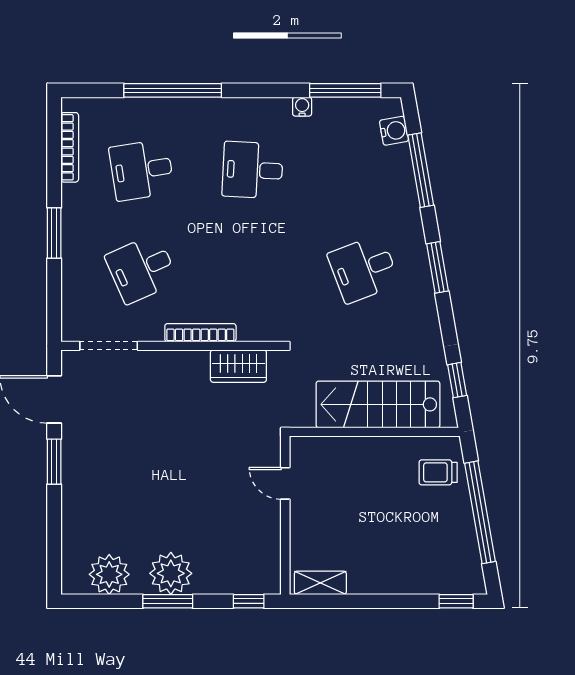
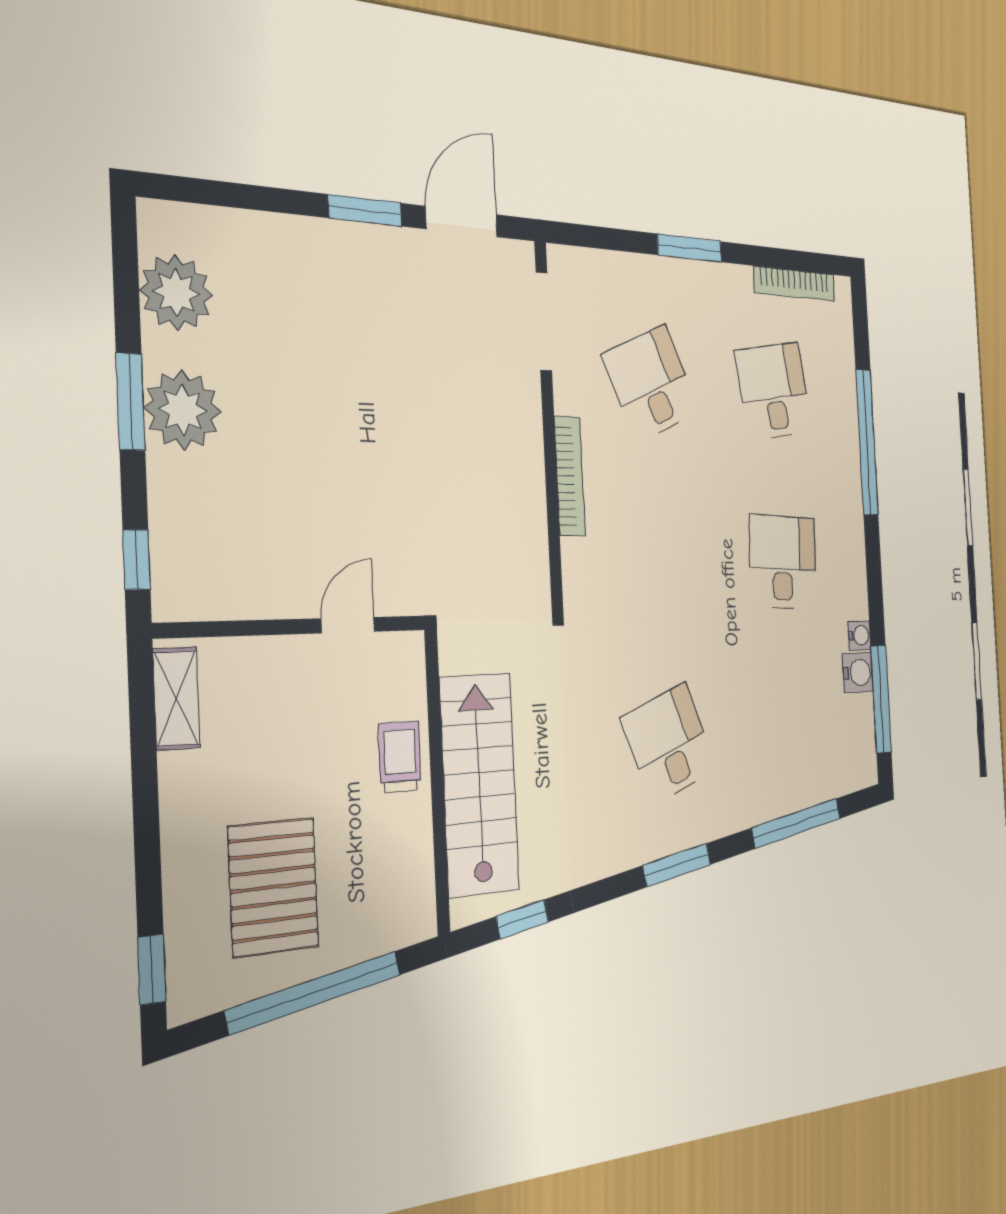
water cooler: (394, 131) -> (858, 673), moved, turned -80
wardrobe: (238, 366) -> (525, 540), removed
trolley: (438, 472) -> (400, 757), moved
pallet: (422, 533) -> (274, 887), added

